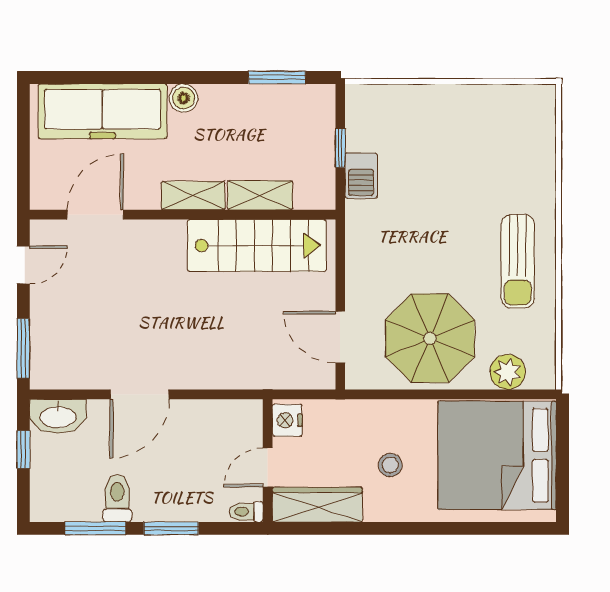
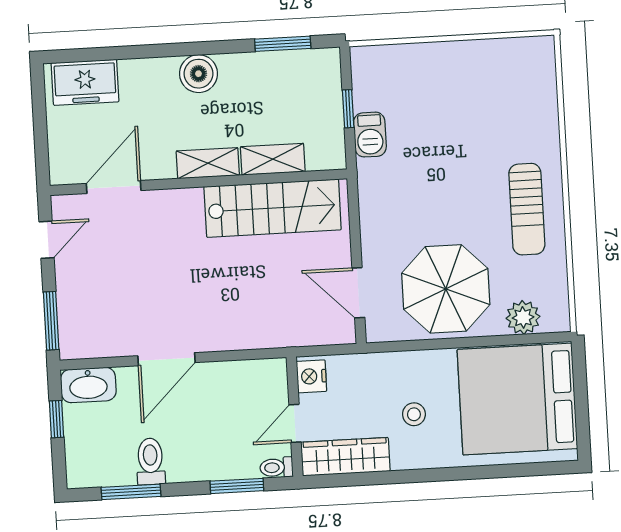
boiler: (184, 98) -> (198, 74), width x1.36, depth x1.36
freezer: (103, 111) -> (85, 82), width x0.52, depth x0.79
window: (171, 528) -> (237, 486), moved

